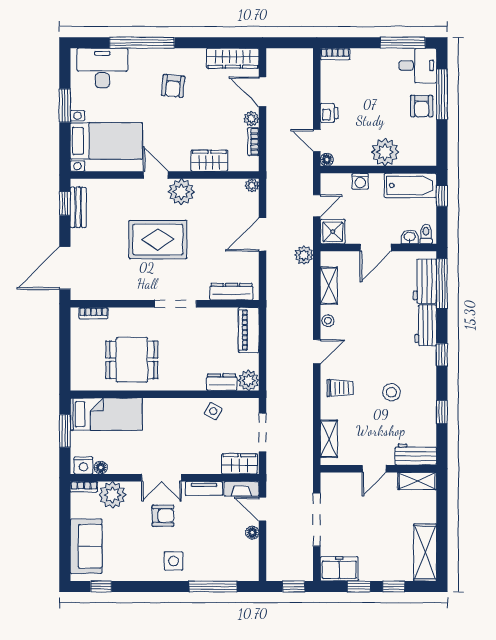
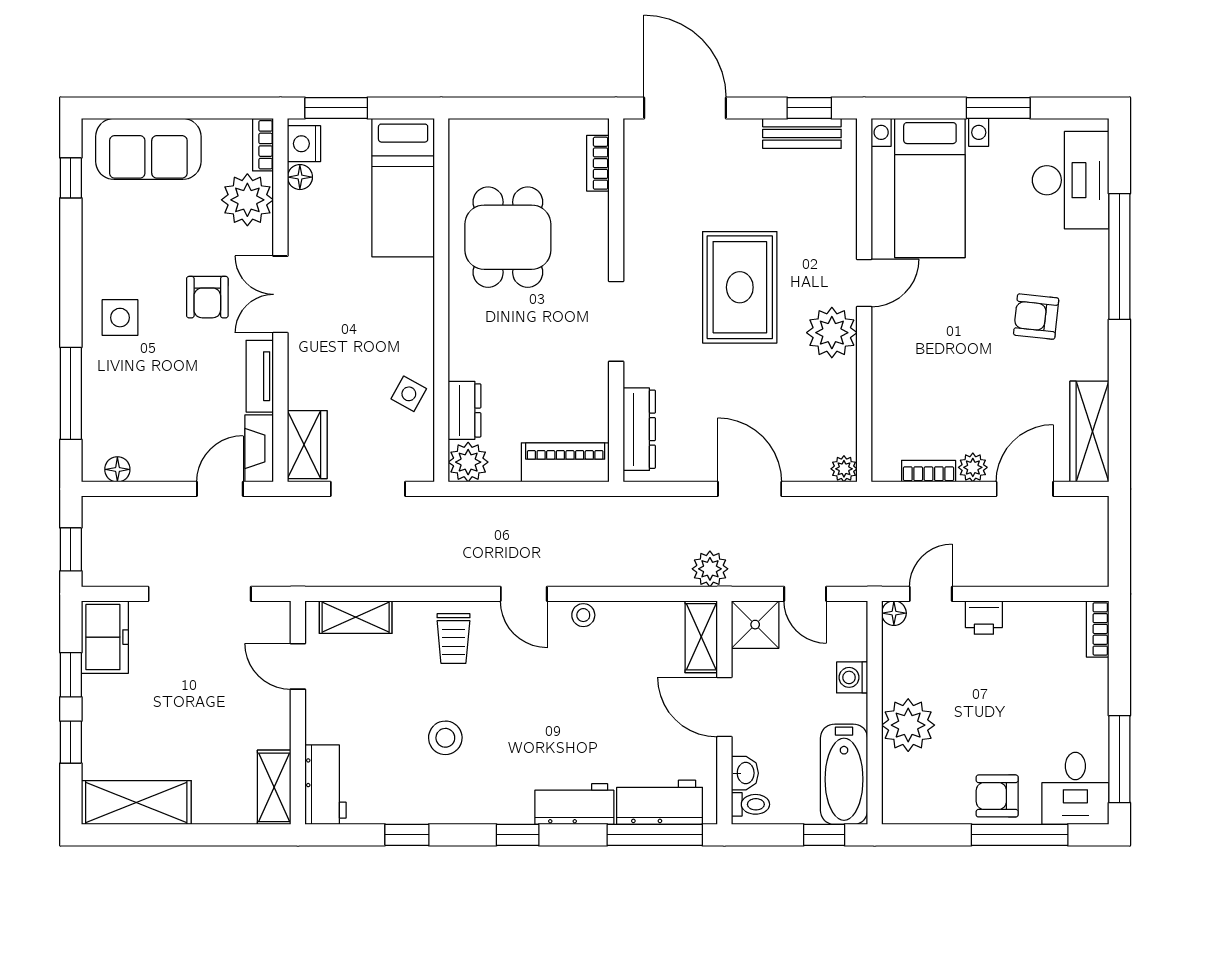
wardrobe: (209, 161) -> (892, 387), removed
shelving: (329, 286) -> (701, 637), moved, turned 90
window: (65, 431) -> (336, 108), moved
door: (374, 469) -> (298, 666), moved
floor lamp: (252, 533) -> (117, 469), moved

